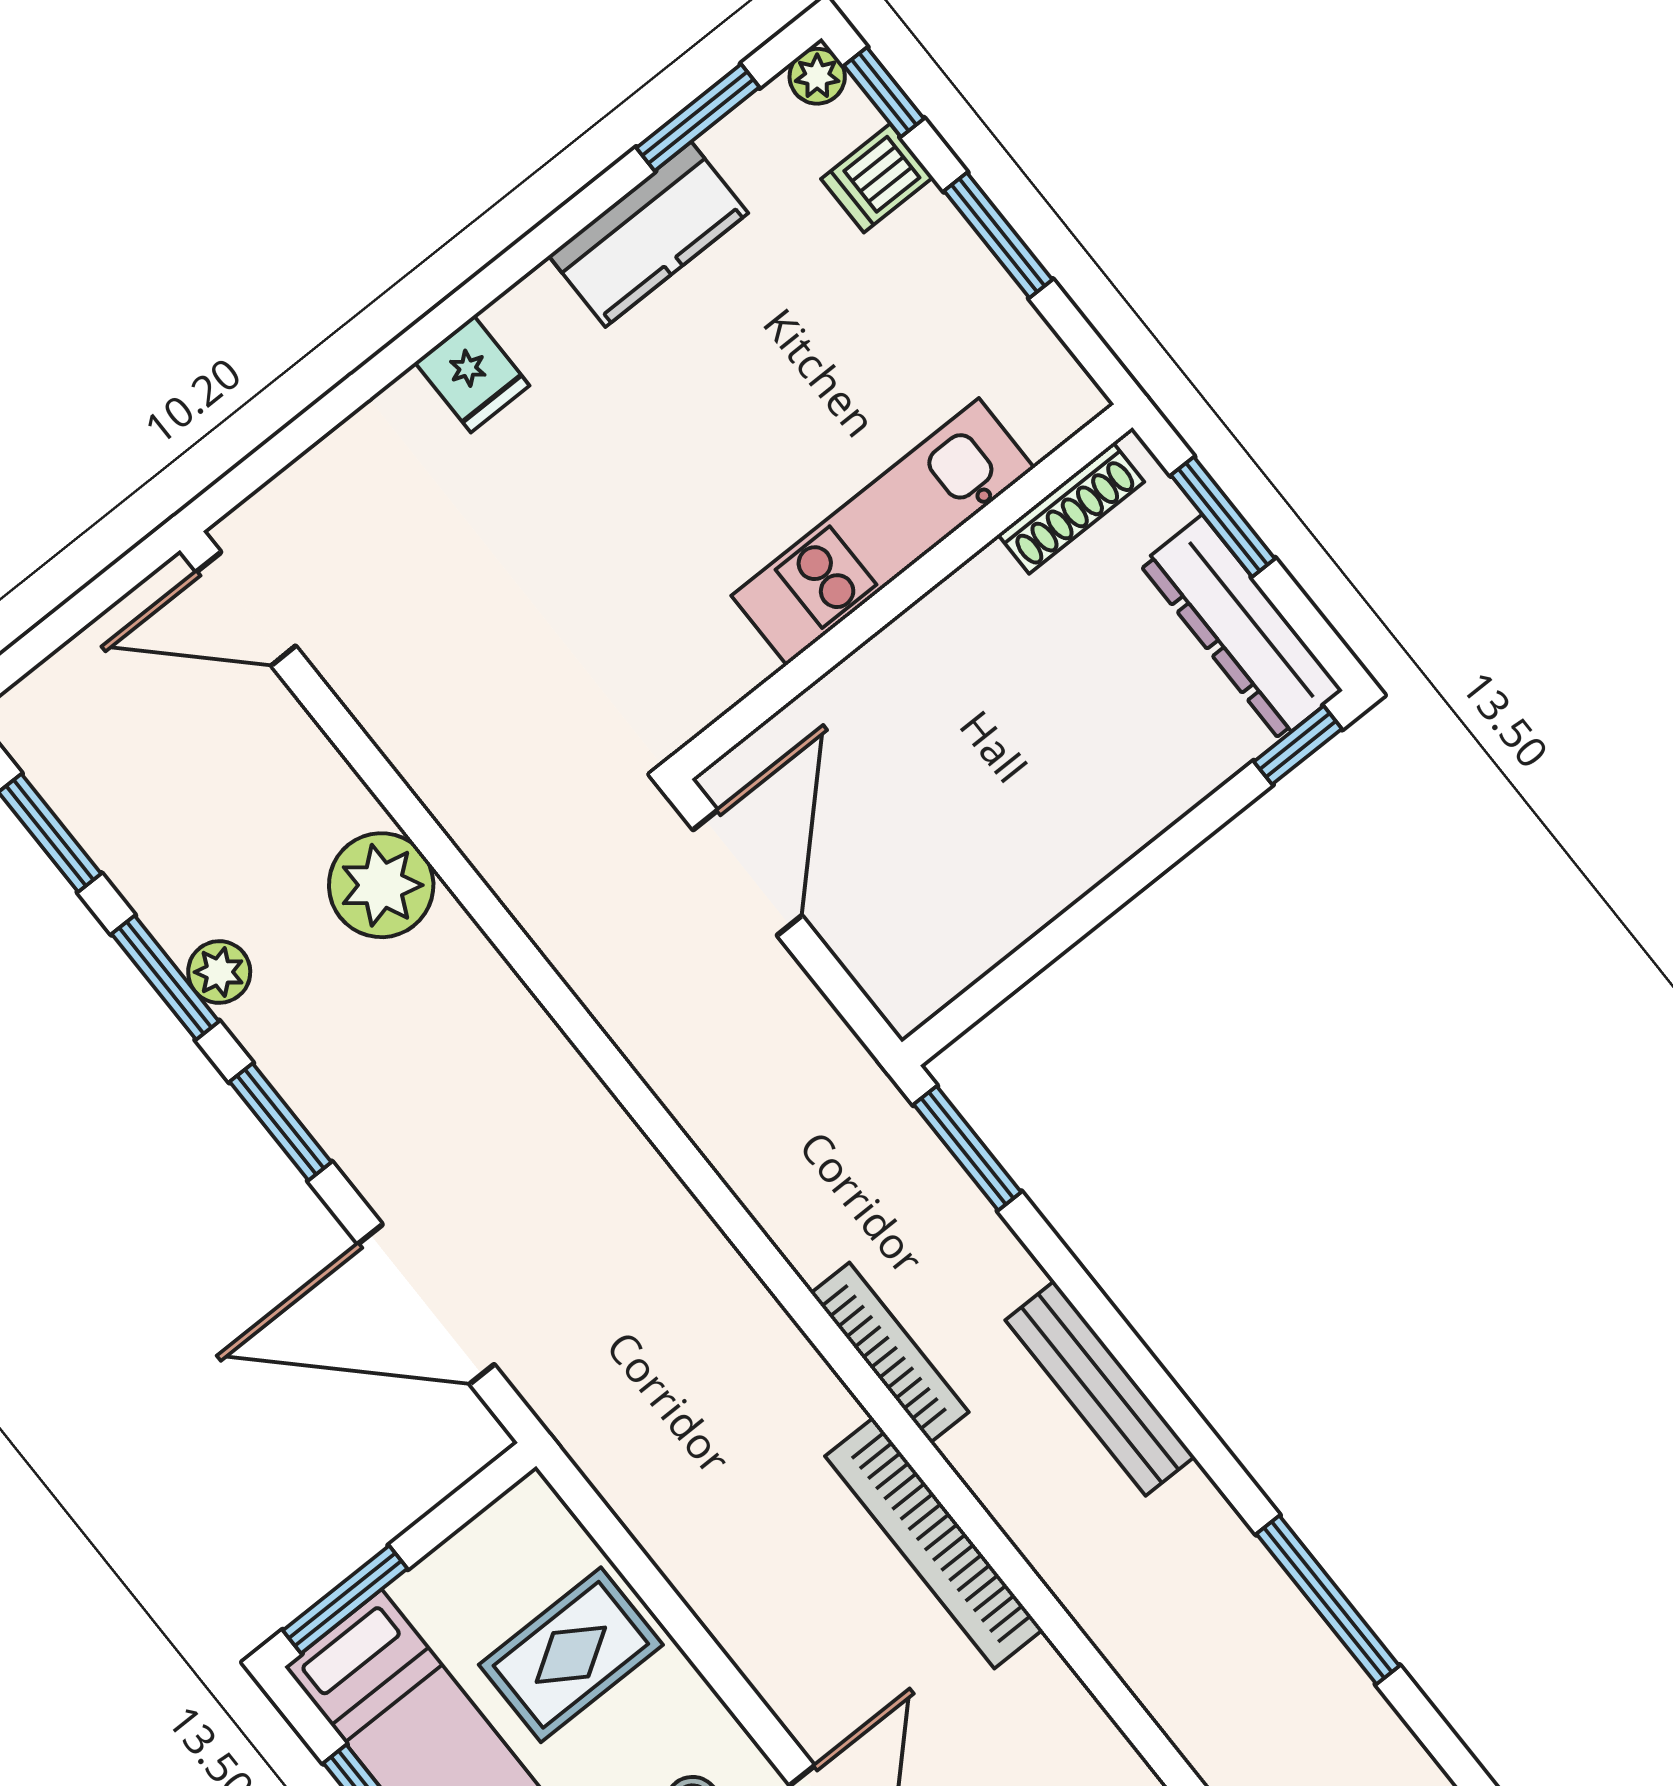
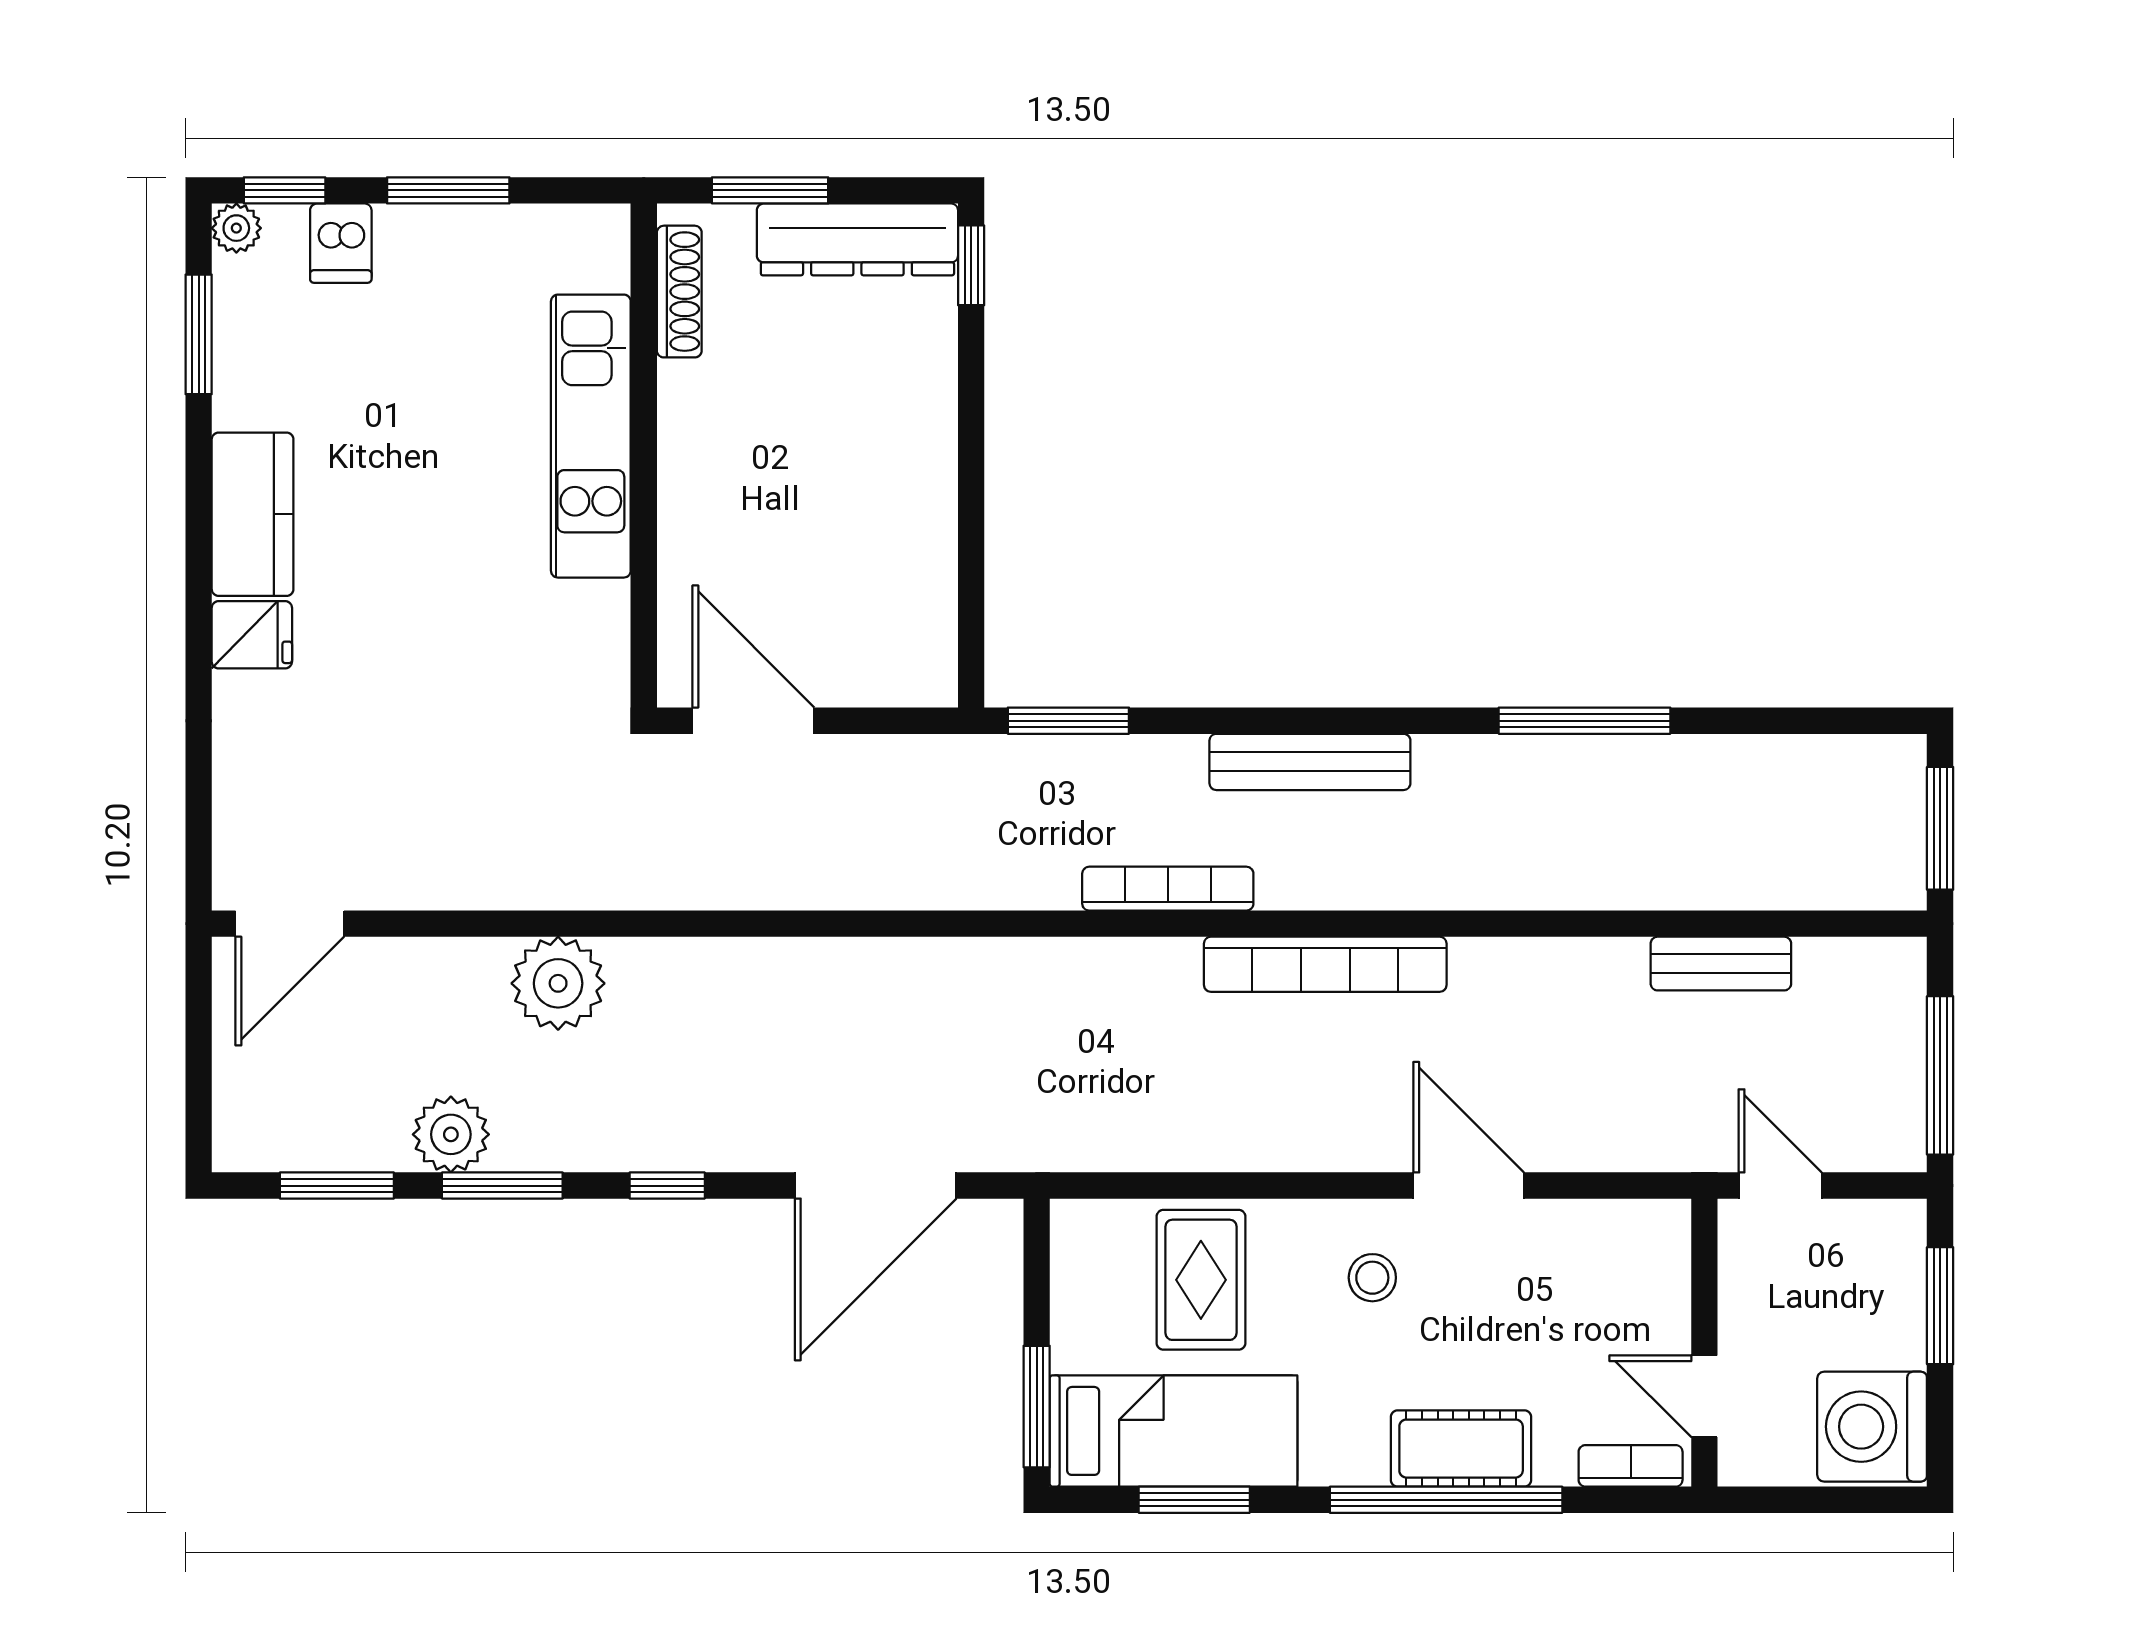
kitchen counter: (648, 234) -> (253, 514), moved
plant: (219, 972) -> (451, 1134), moved, width x1.38, depth x1.38
window: (281, 1122) -> (667, 1186), width x0.67

